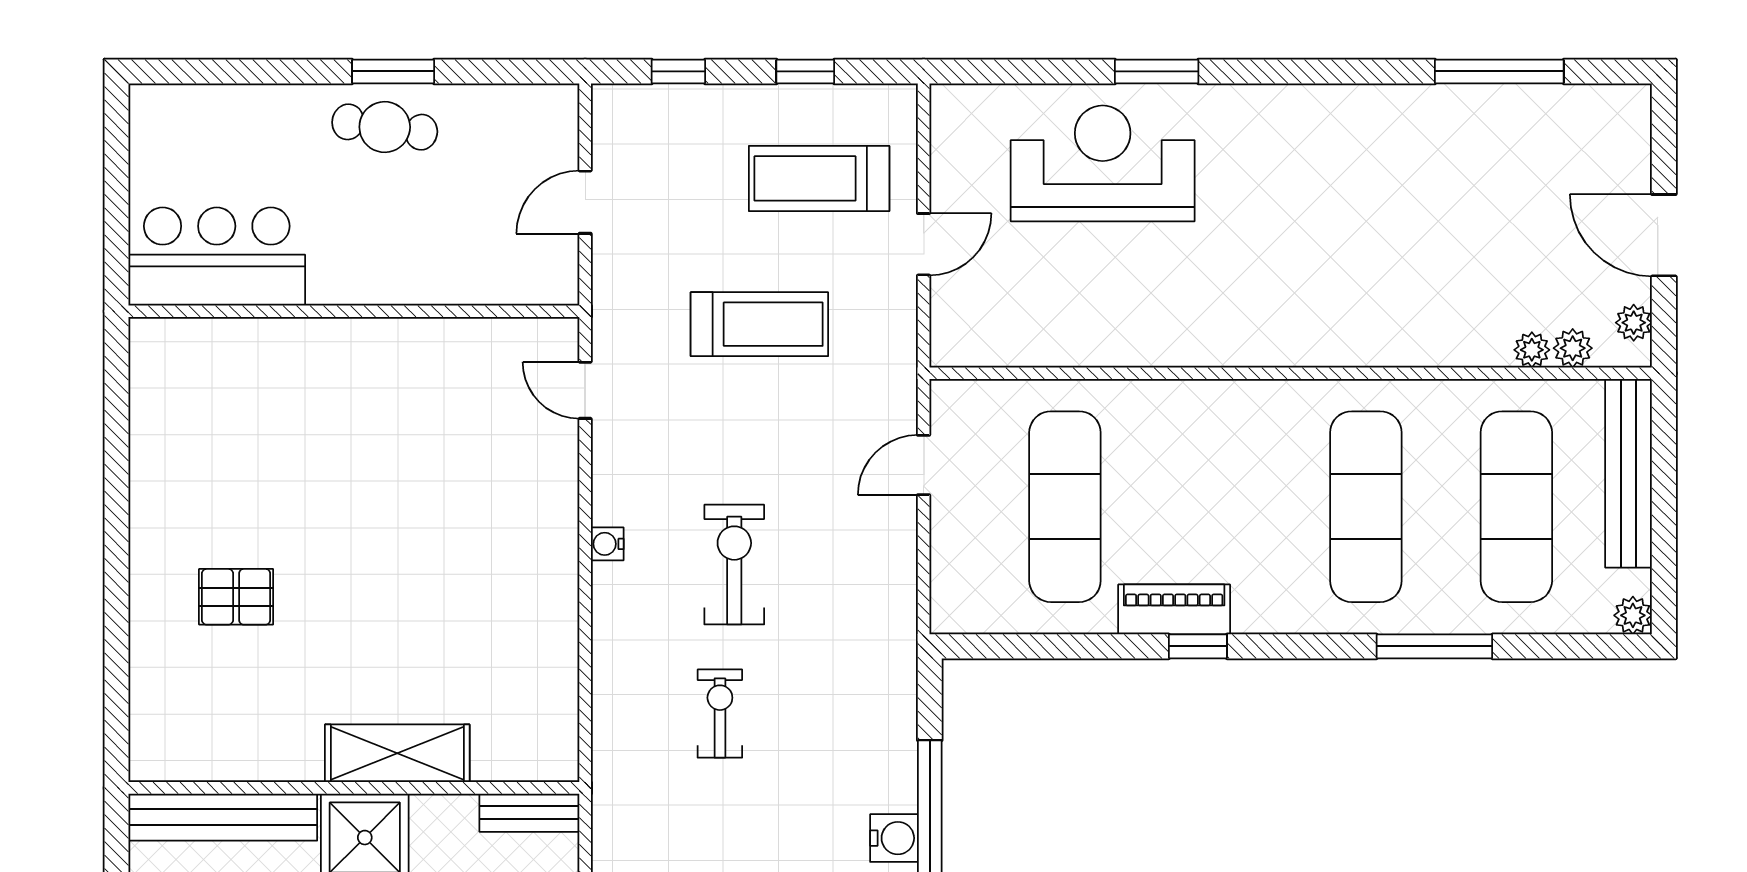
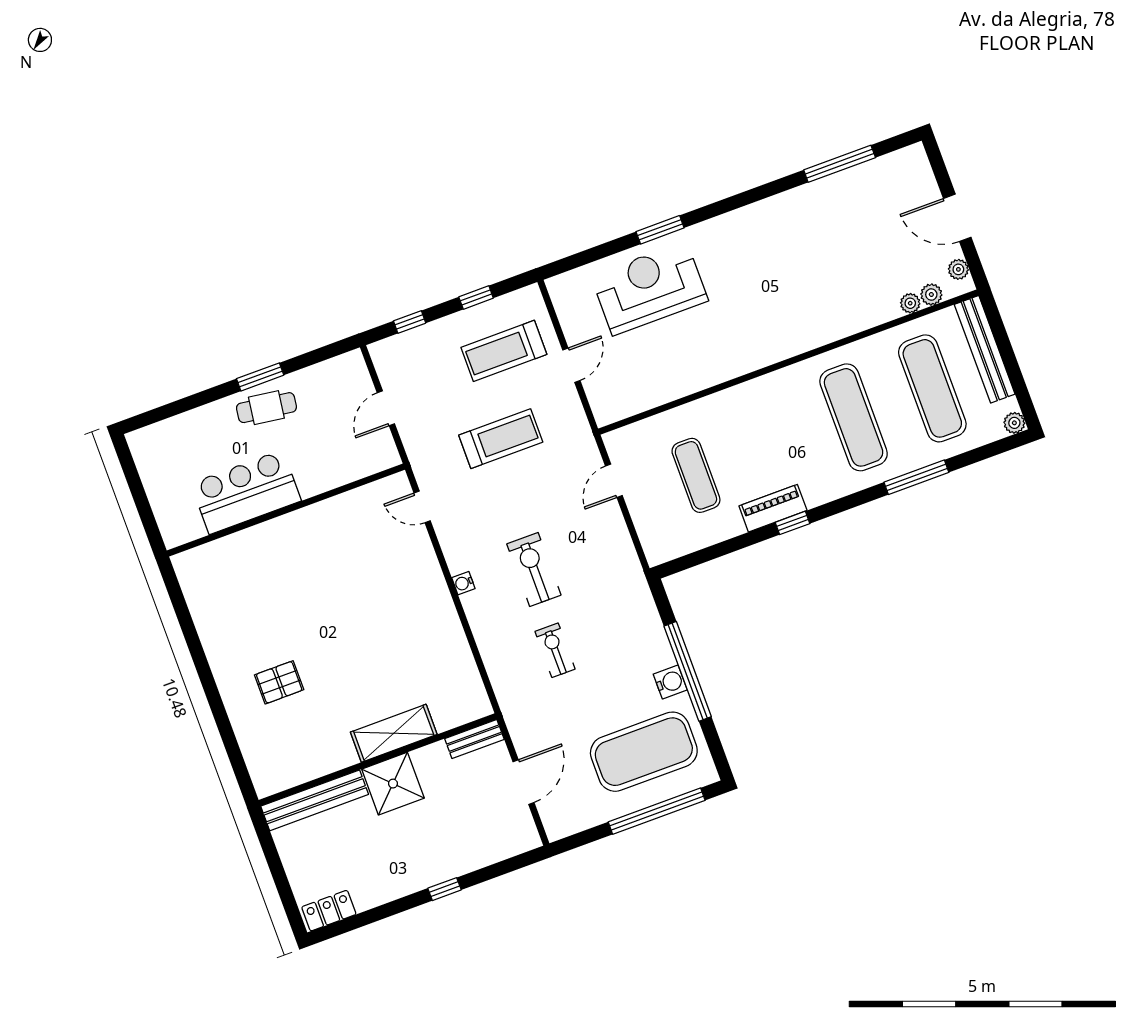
bar counter: (217, 256) -> (246, 492), moved
exercise mat: (1065, 507) -> (696, 475), width x0.73, depth x0.69

